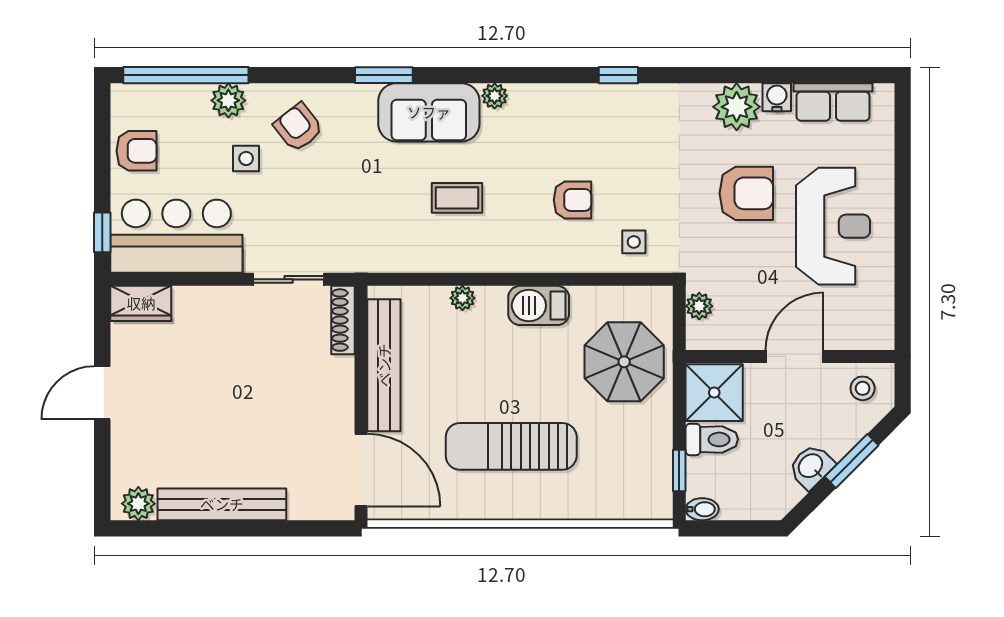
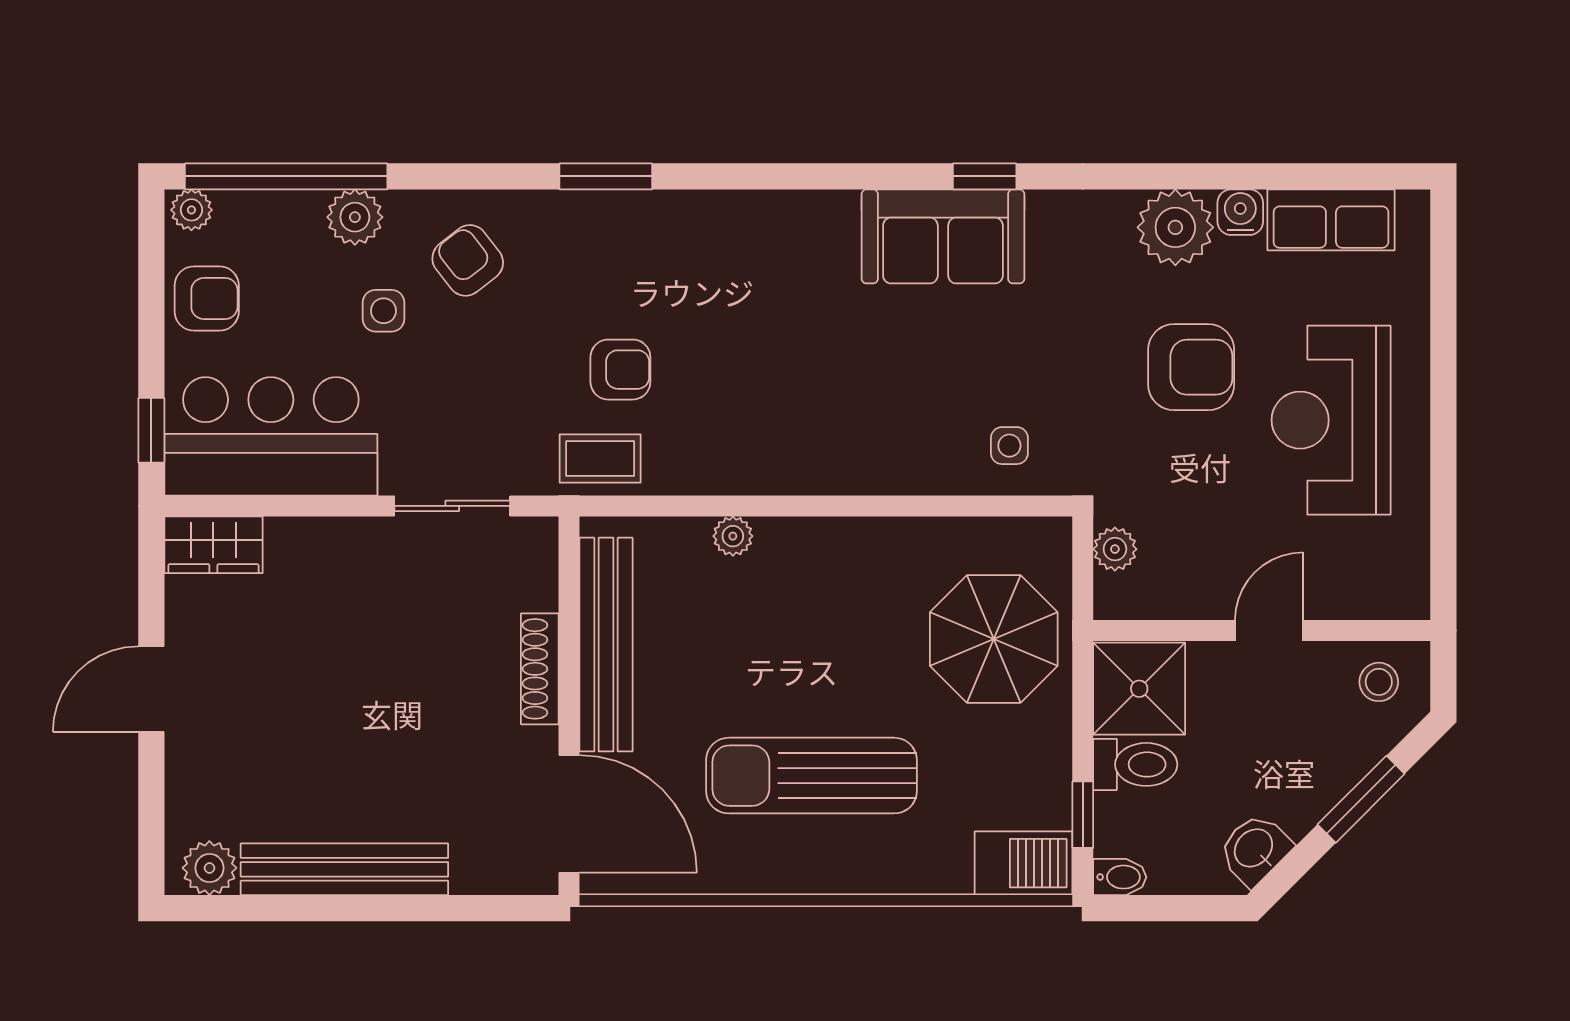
plant: (495, 96) -> (191, 210), moved
sofa: (429, 112) -> (943, 236), moved
coffee table: (457, 198) -> (600, 458), moved
armchair: (572, 200) -> (620, 370), moved
reception desk: (833, 226) -> (1331, 420), turned 180
barbecue: (539, 305) -> (1024, 863), moved, turned 180
shoe rack: (343, 320) -> (540, 669), moved
door: (794, 356) -> (1269, 630), width x0.73
washbasin: (811, 466) -> (1255, 849), moved

